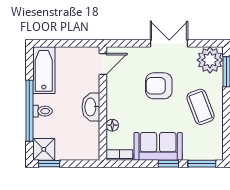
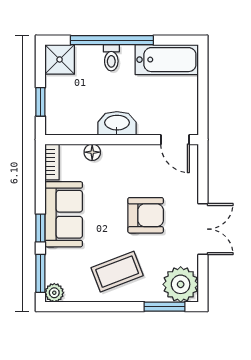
armchair: (159, 86) -> (146, 215), turned 90
plant: (216, 153) -> (54, 293), added
window: (49, 164) -> (40, 102), moved

